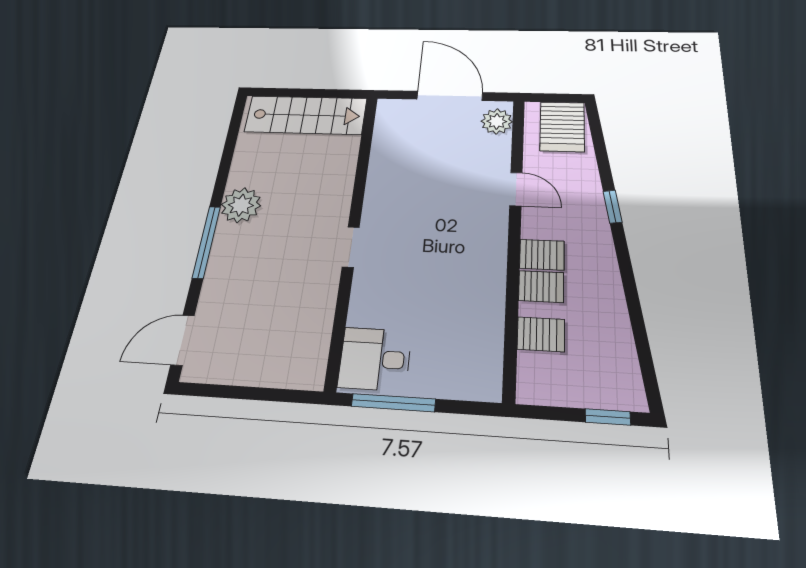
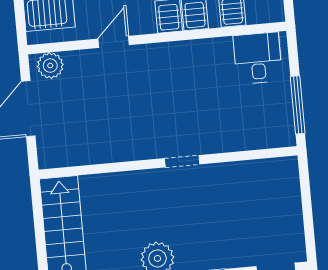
desk: (375, 359) -> (258, 58), moved, turned 180

